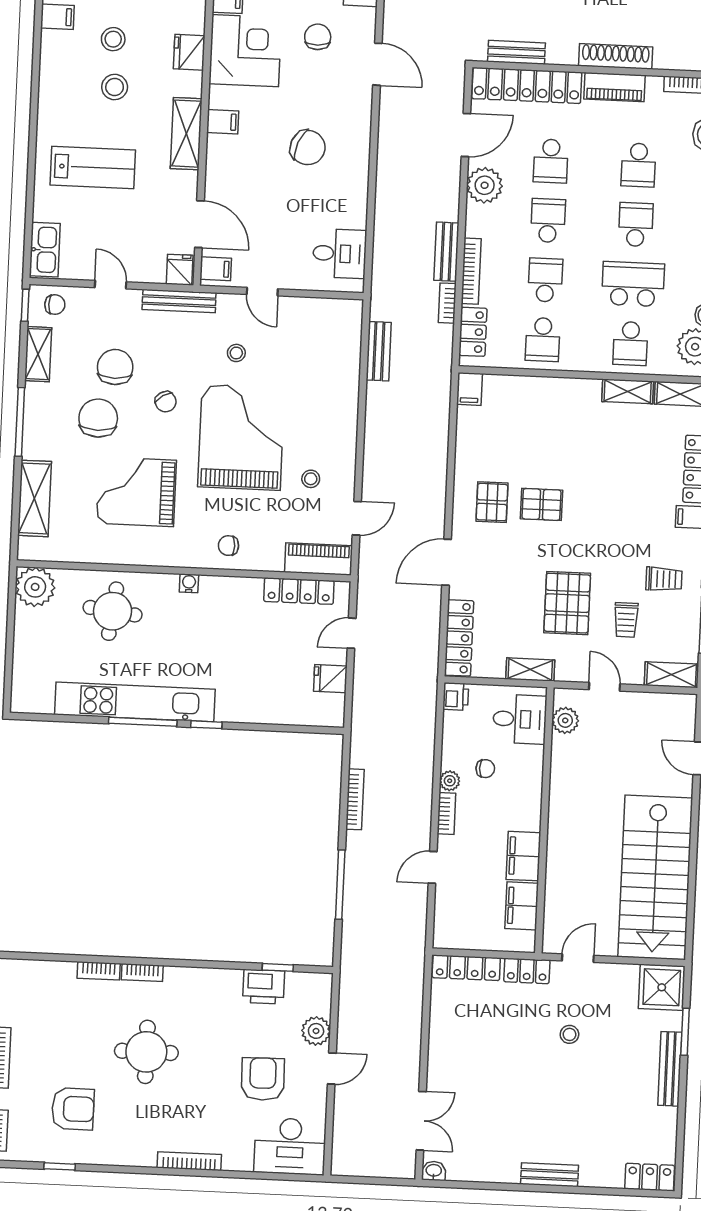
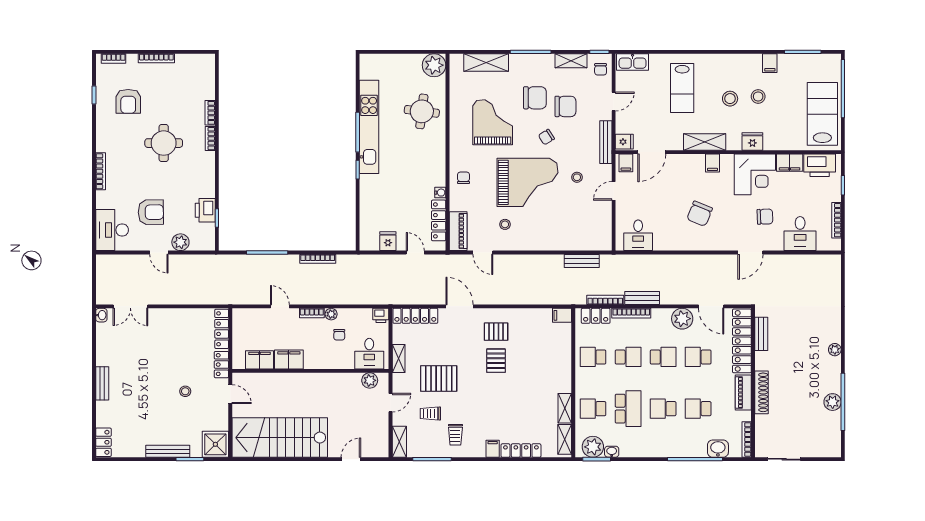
school desk: (636, 224) -> (663, 409), turned 180
bookcase: (447, 303) -> (605, 300), width x1.56
water cooler: (189, 583) -> (440, 193), moved

